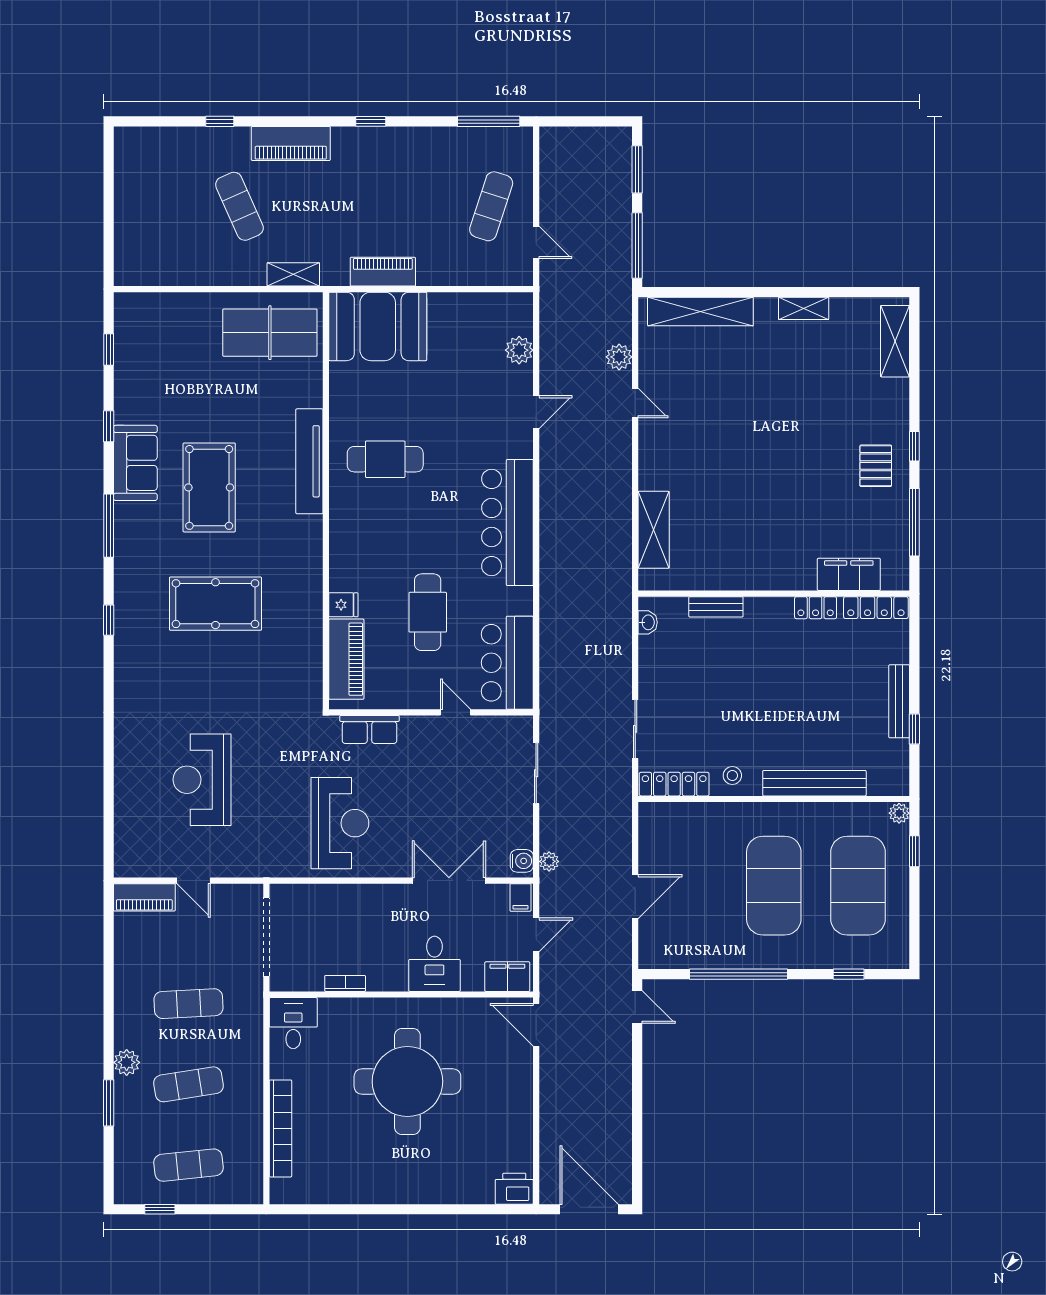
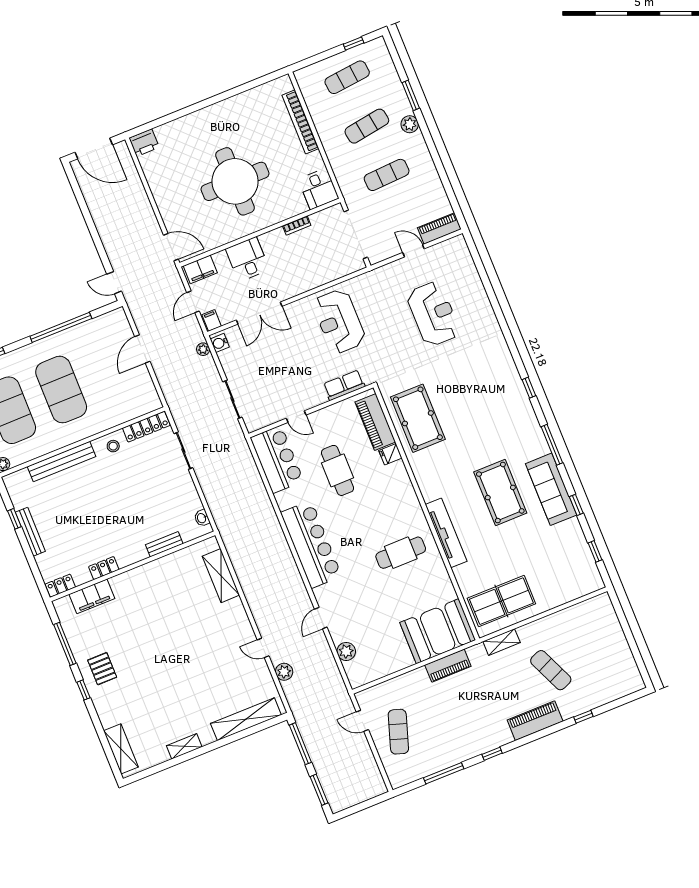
window: (489, 121) -> (444, 773), moved
sofa: (135, 463) -> (551, 489), width x1.36
pool table: (215, 604) -> (418, 418), moved, turned 90
locker: (876, 608) -> (60, 586), width x0.66

